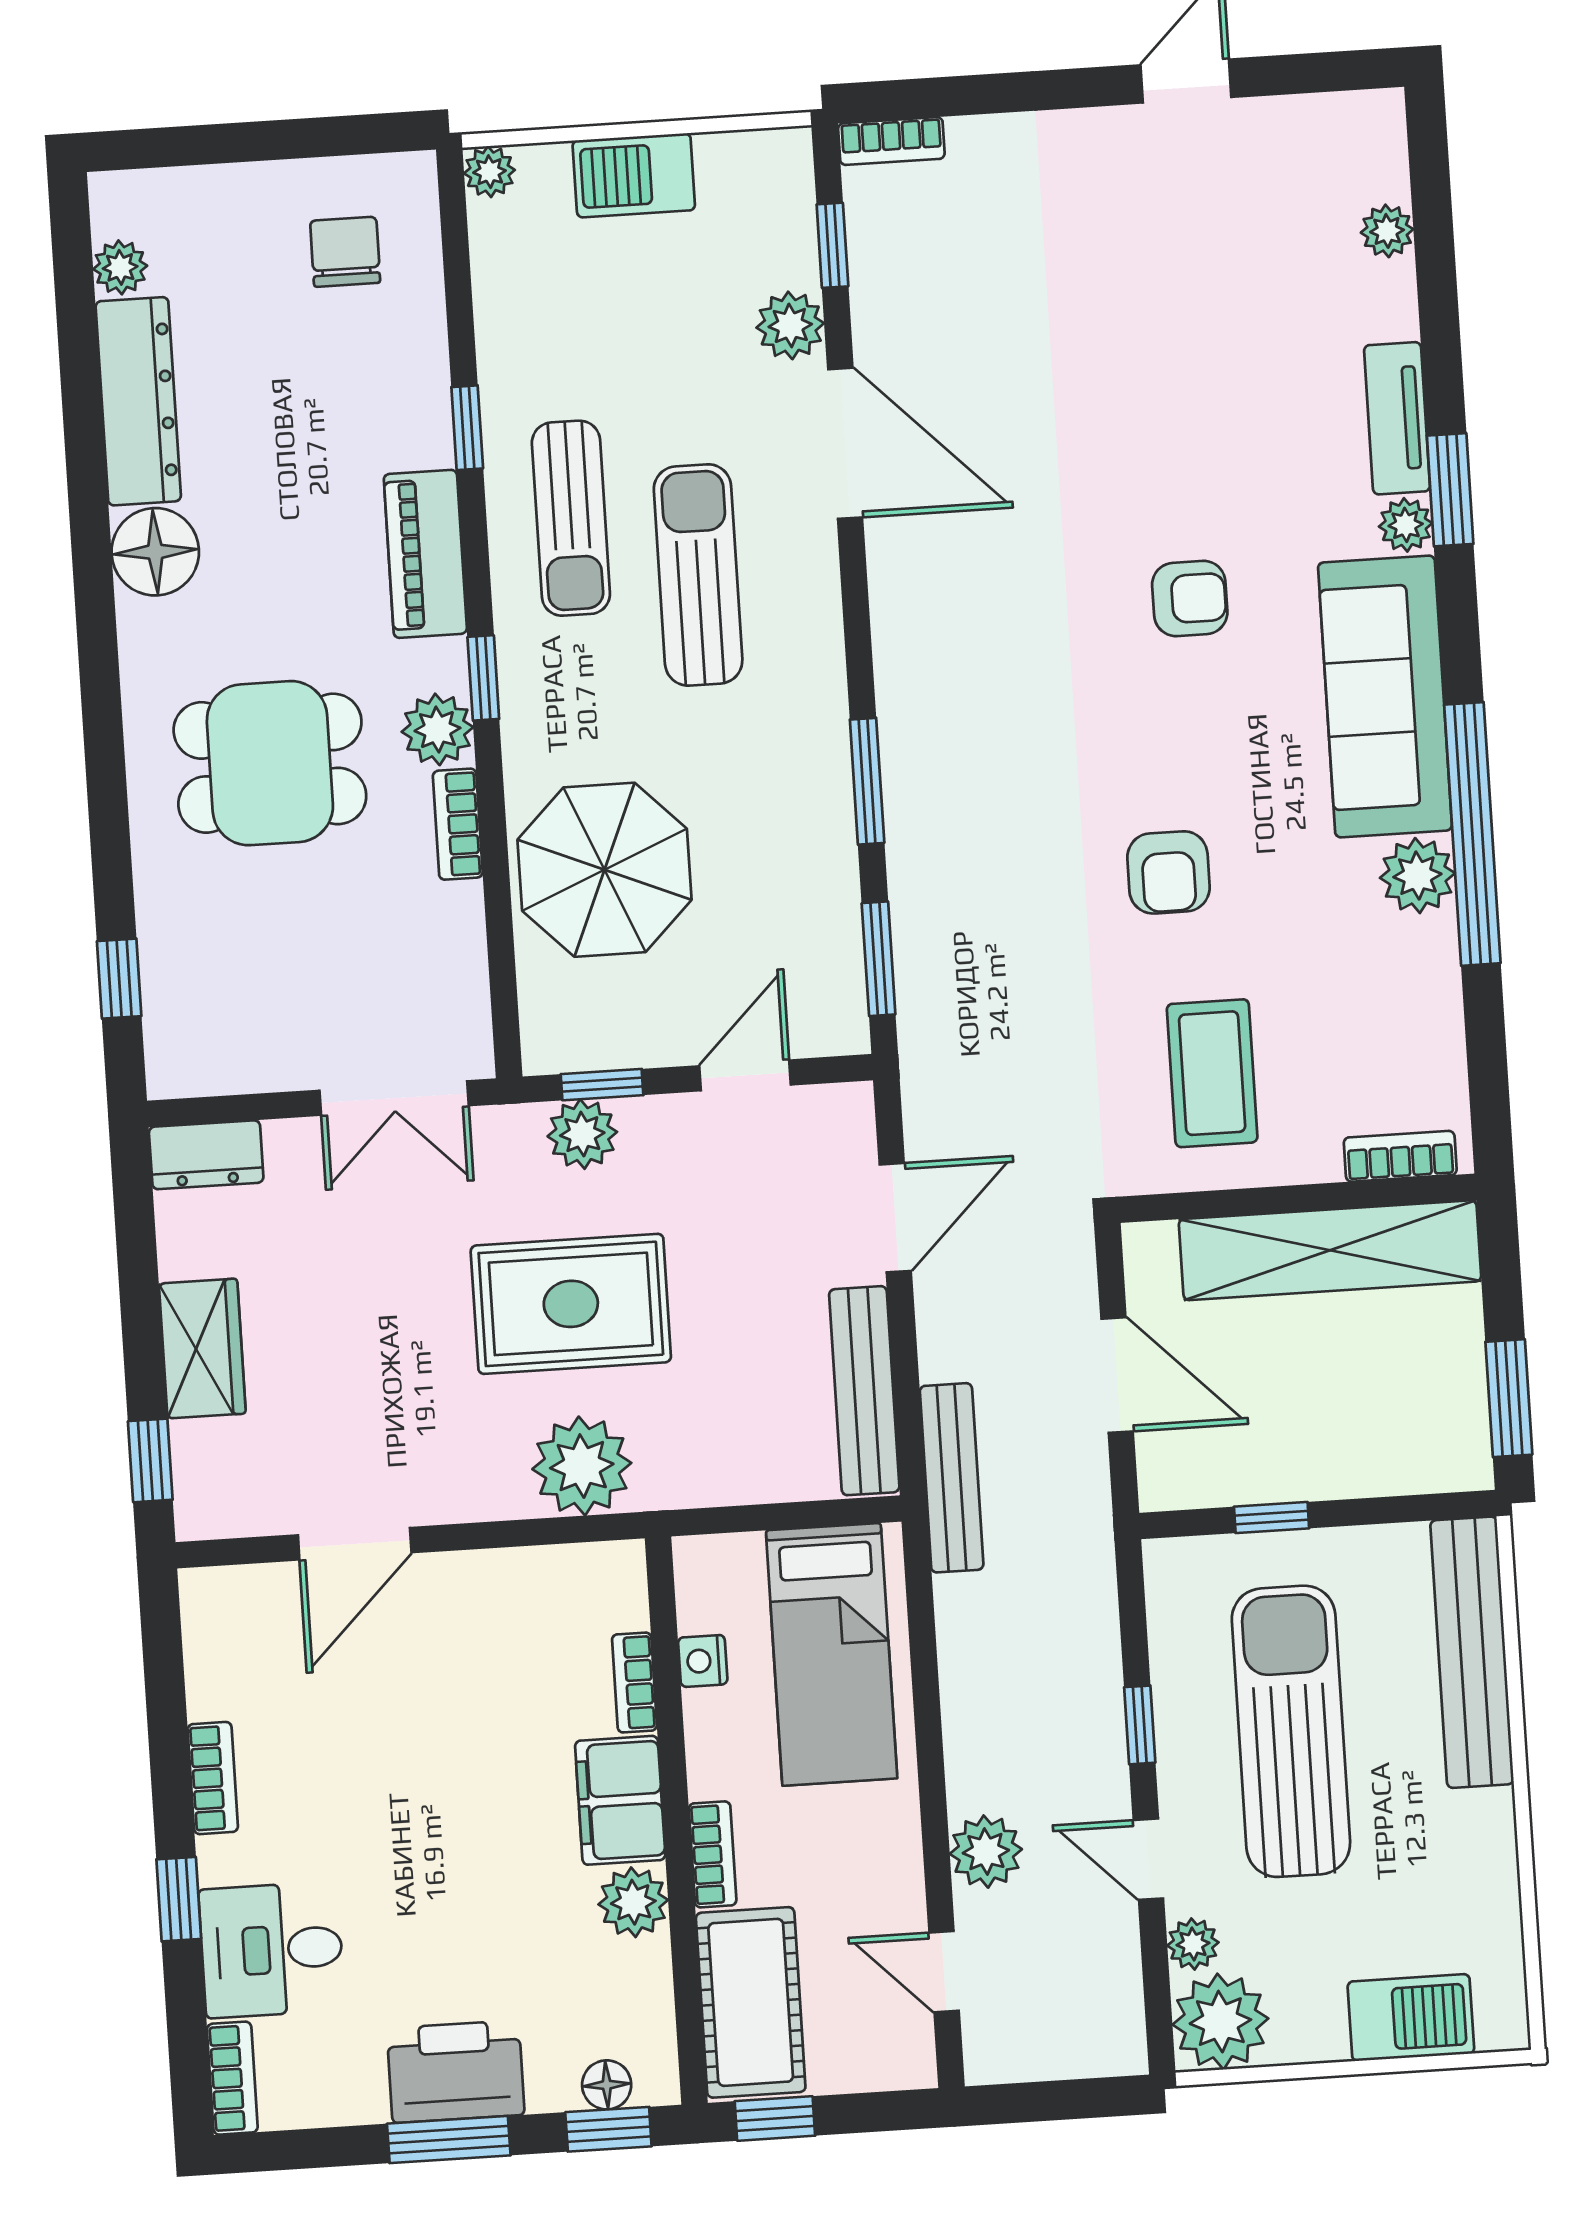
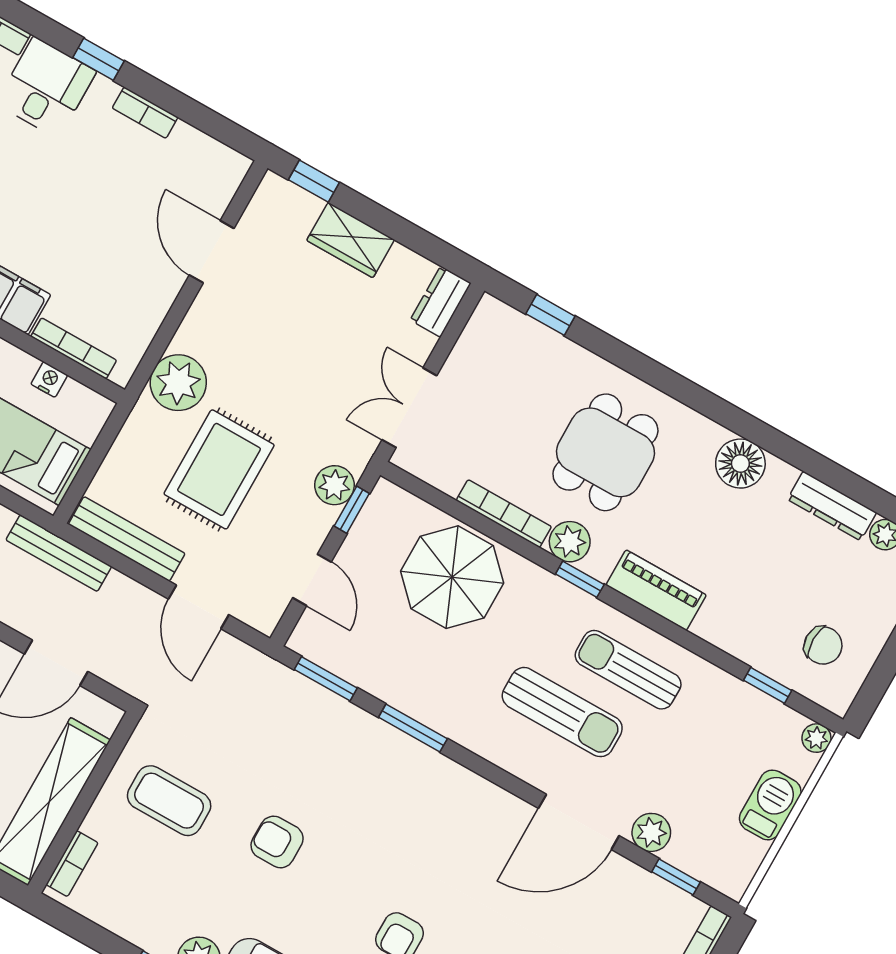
dresser: (138, 401) -> (832, 506), width x0.73, depth x0.80
window: (467, 428) -> (768, 685), moved
bookcase: (458, 824) -> (504, 514), width x1.56
rug: (571, 1304) -> (219, 469), moved
bookcase: (634, 1683) -> (74, 348), width x1.56

